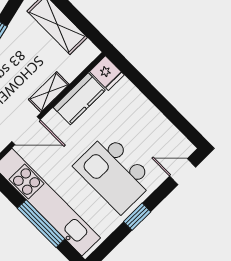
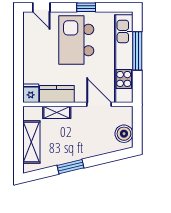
shelving: (49, 92) -> (57, 112), moved
kitchen island: (114, 173) -> (76, 40), turned 180

